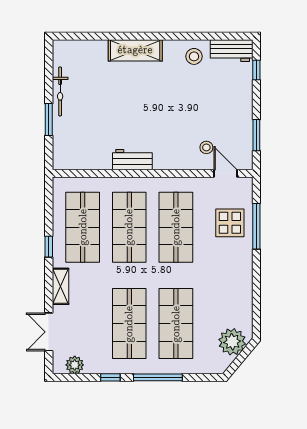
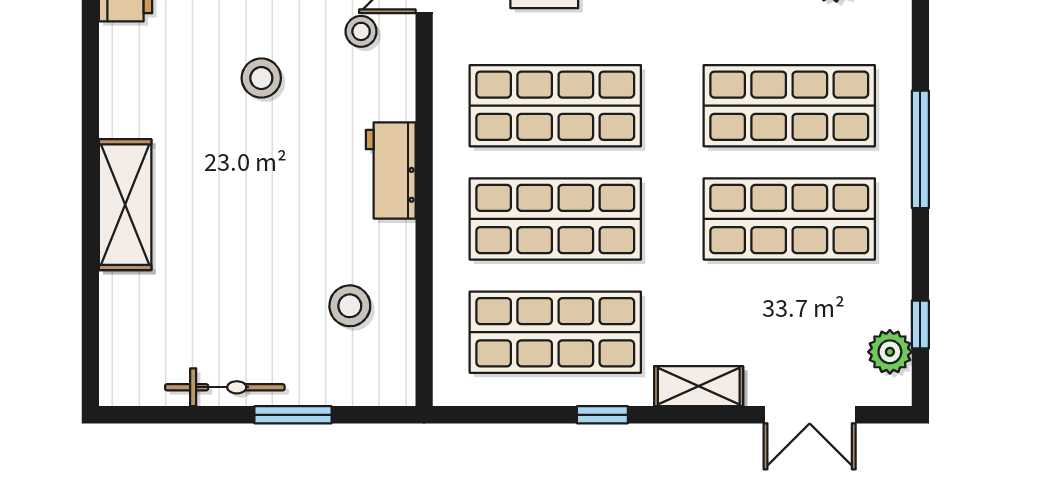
stool: (194, 56) -> (261, 78), moved
stool: (94, 143) -> (350, 306), added
workbench: (132, 160) -> (391, 170), moved
window: (110, 377) -> (920, 325), moved

